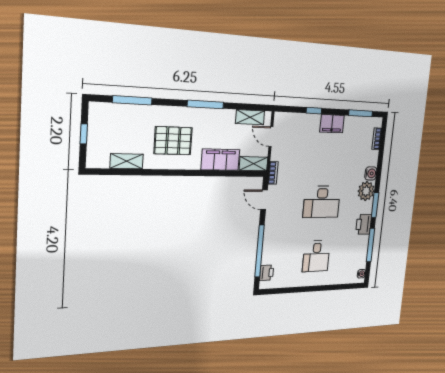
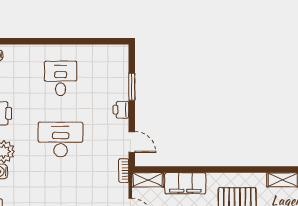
window: (260, 251) -> (132, 87), width x0.47
printer: (267, 273) -> (121, 110), moved

